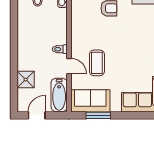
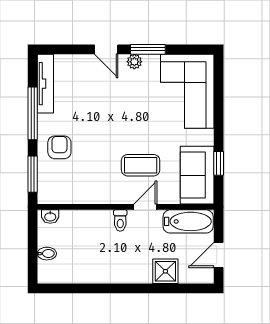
door: (37, 115) -> (219, 255), hinge flipped
window: (98, 115) -> (219, 163), width x0.67

